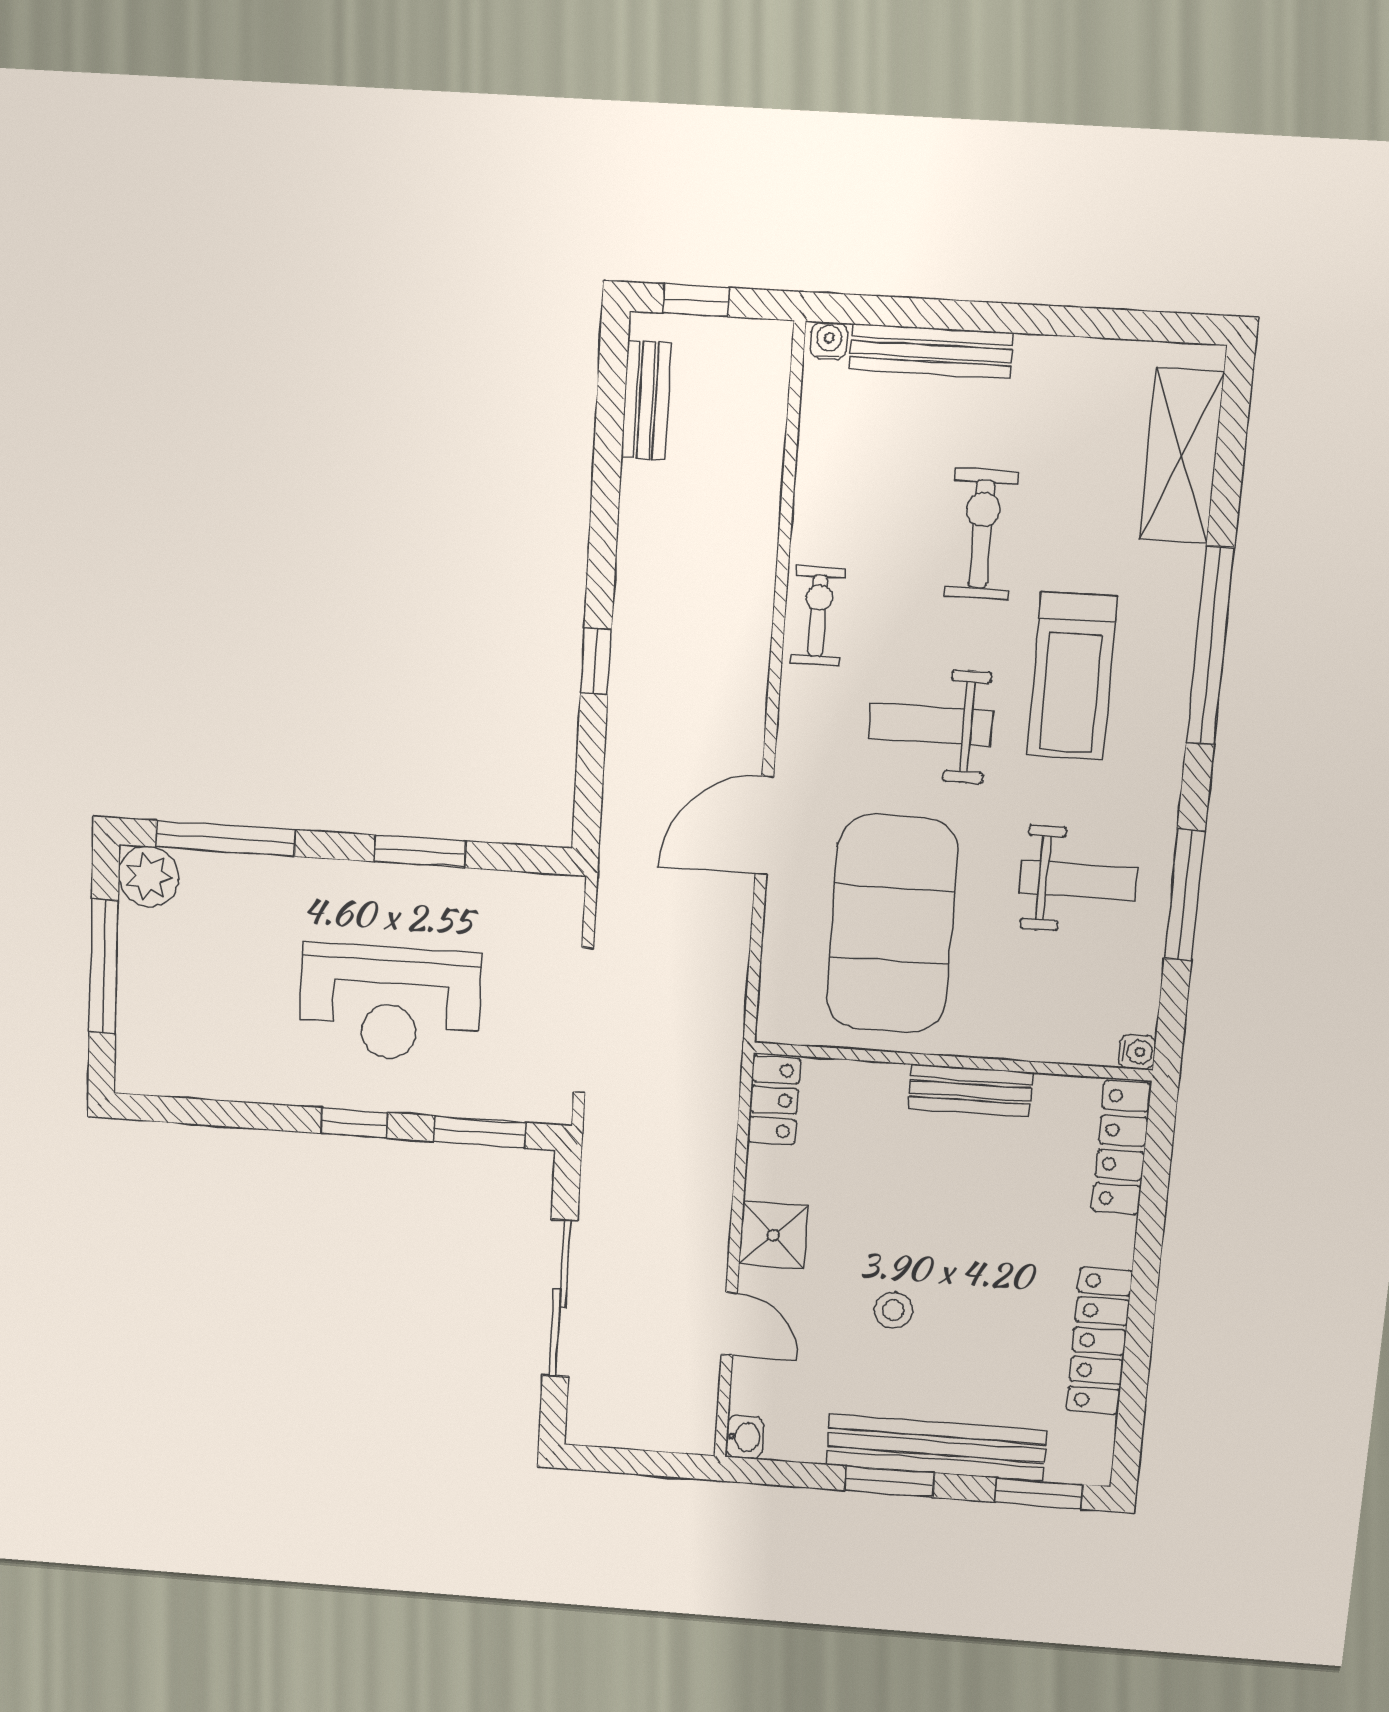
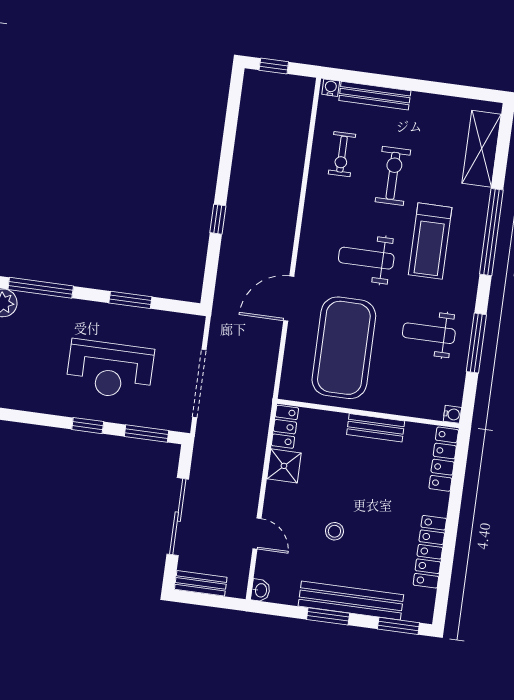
bench: (646, 400) -> (201, 583), moved, turned 90
exercise bike: (818, 616) -> (342, 154), moved, turned 180
weight bench: (1078, 880) -> (429, 333), turned 180
shower: (773, 1235) -> (284, 466), moved

